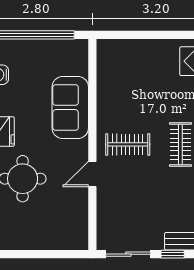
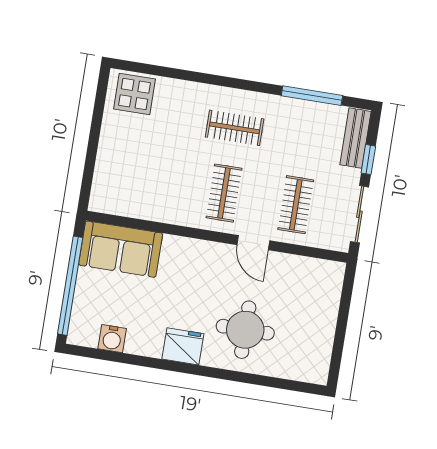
sofa: (70, 107) -> (121, 249), moved
clothes rail: (128, 203) -> (296, 205), added

